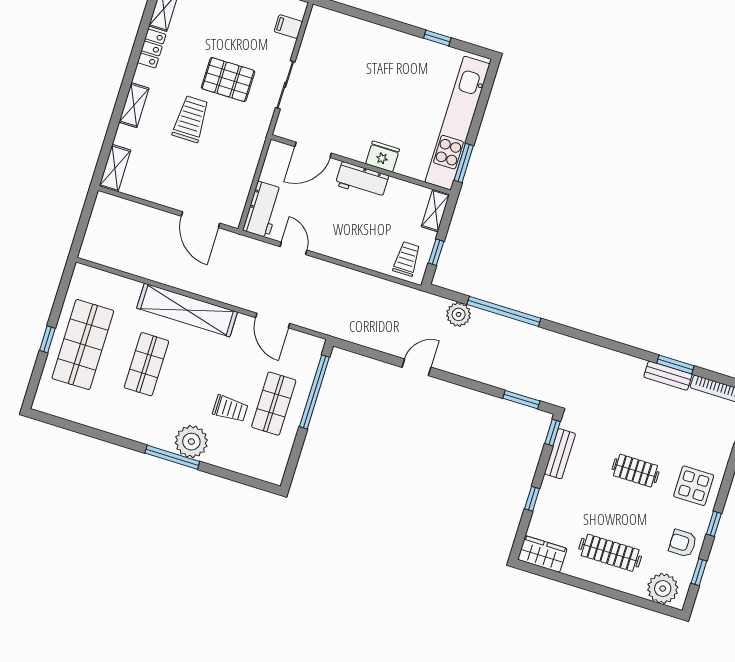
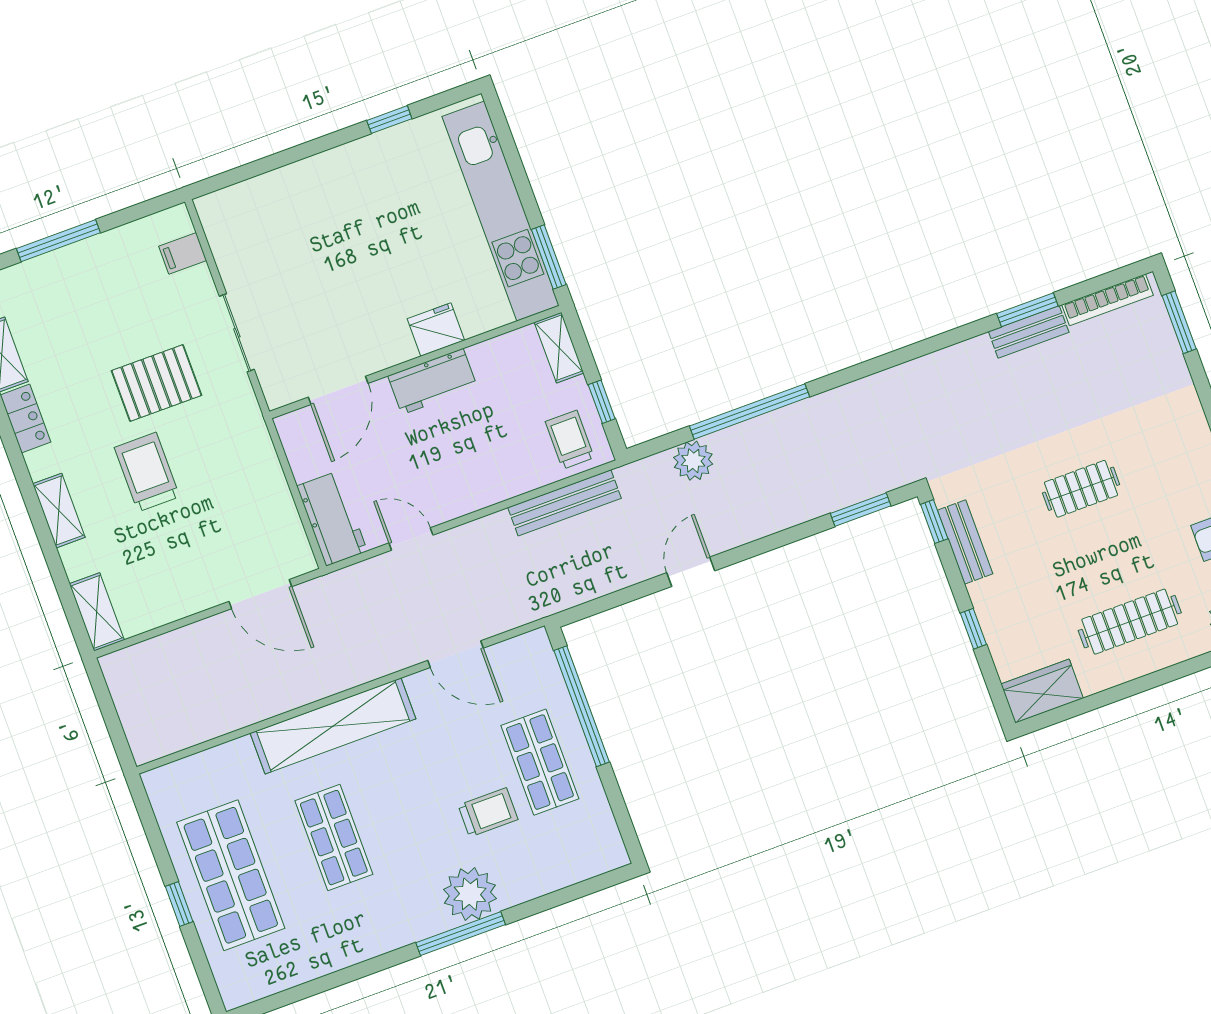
bench: (381, 287) -> (564, 503), added
display table: (694, 486) -> (1172, 450), removed

